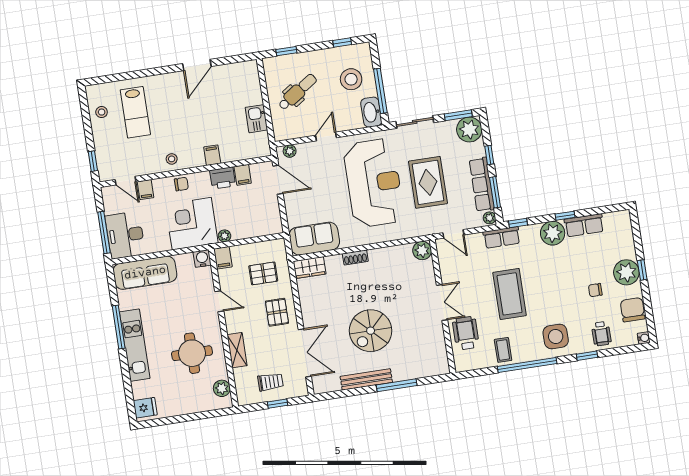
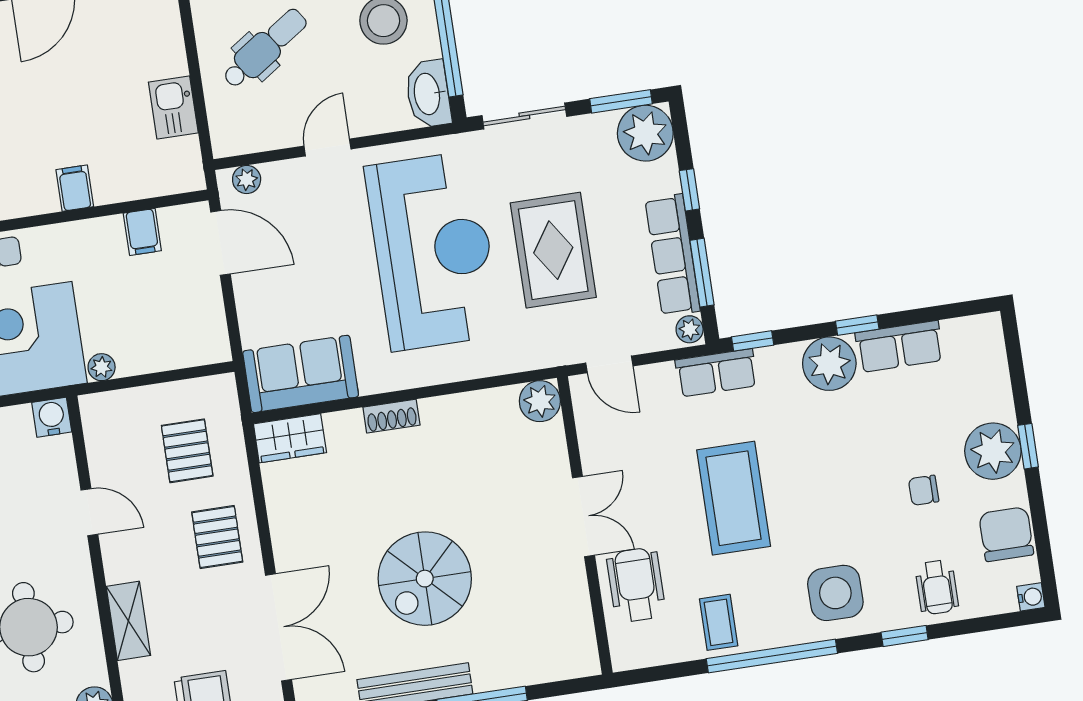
printer: (223, 178) -> (98, 239), removed
filing cabinet: (223, 258) -> (98, 416), removed
pallet: (263, 273) -> (187, 451), turned 90

